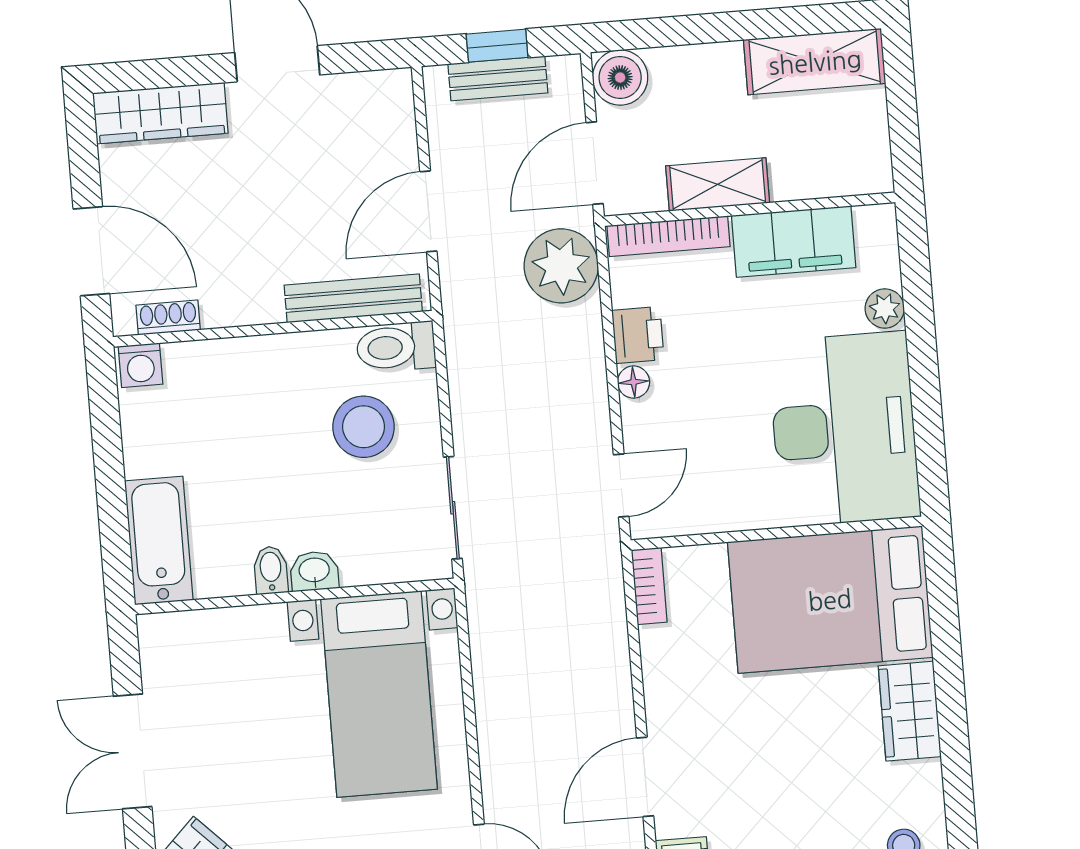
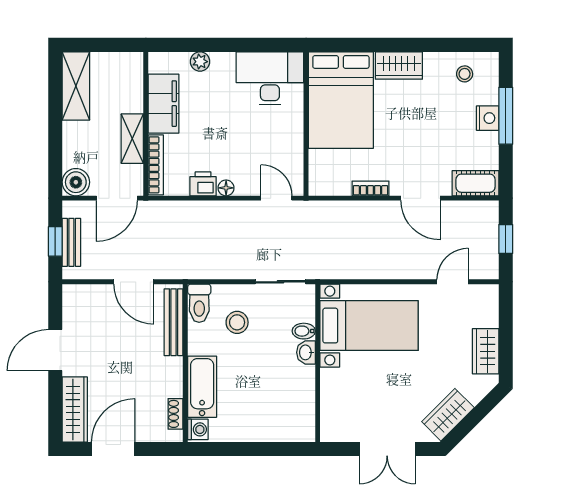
door: (595, 163) -> (117, 198), hinge flipped
door: (91, 251) -> (113, 449), moved
plant: (561, 266) -> (166, 219), removed
stool: (364, 427) -> (237, 322), width x0.73, depth x0.73
desk: (844, 429) -> (270, 78), width x0.73, depth x0.77
bathtub: (159, 541) -> (202, 387), moved, turned 90
bidet: (271, 570) -> (304, 331), moved
bookcase: (649, 586) -> (370, 188), moved

